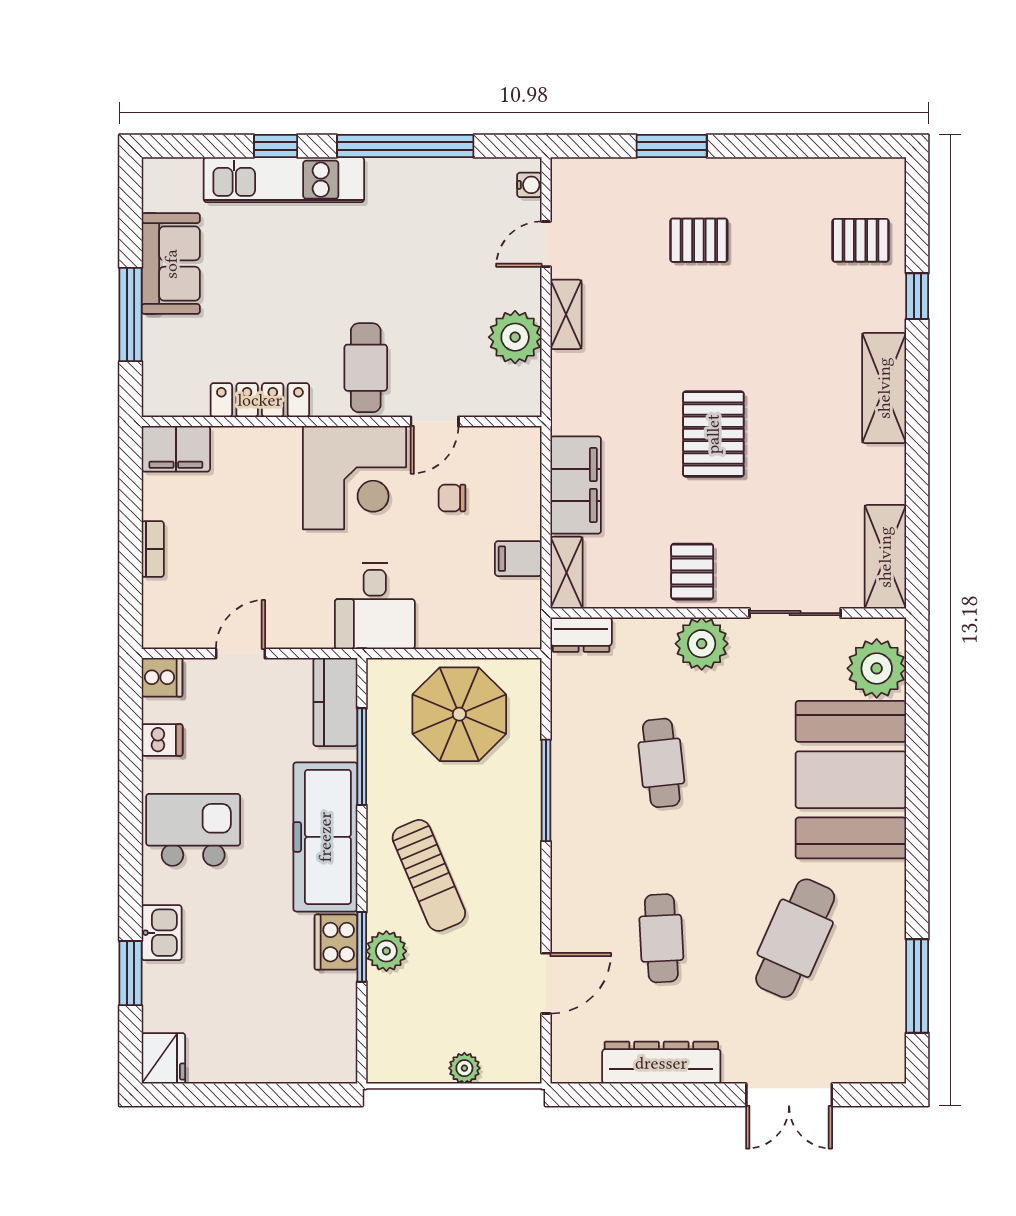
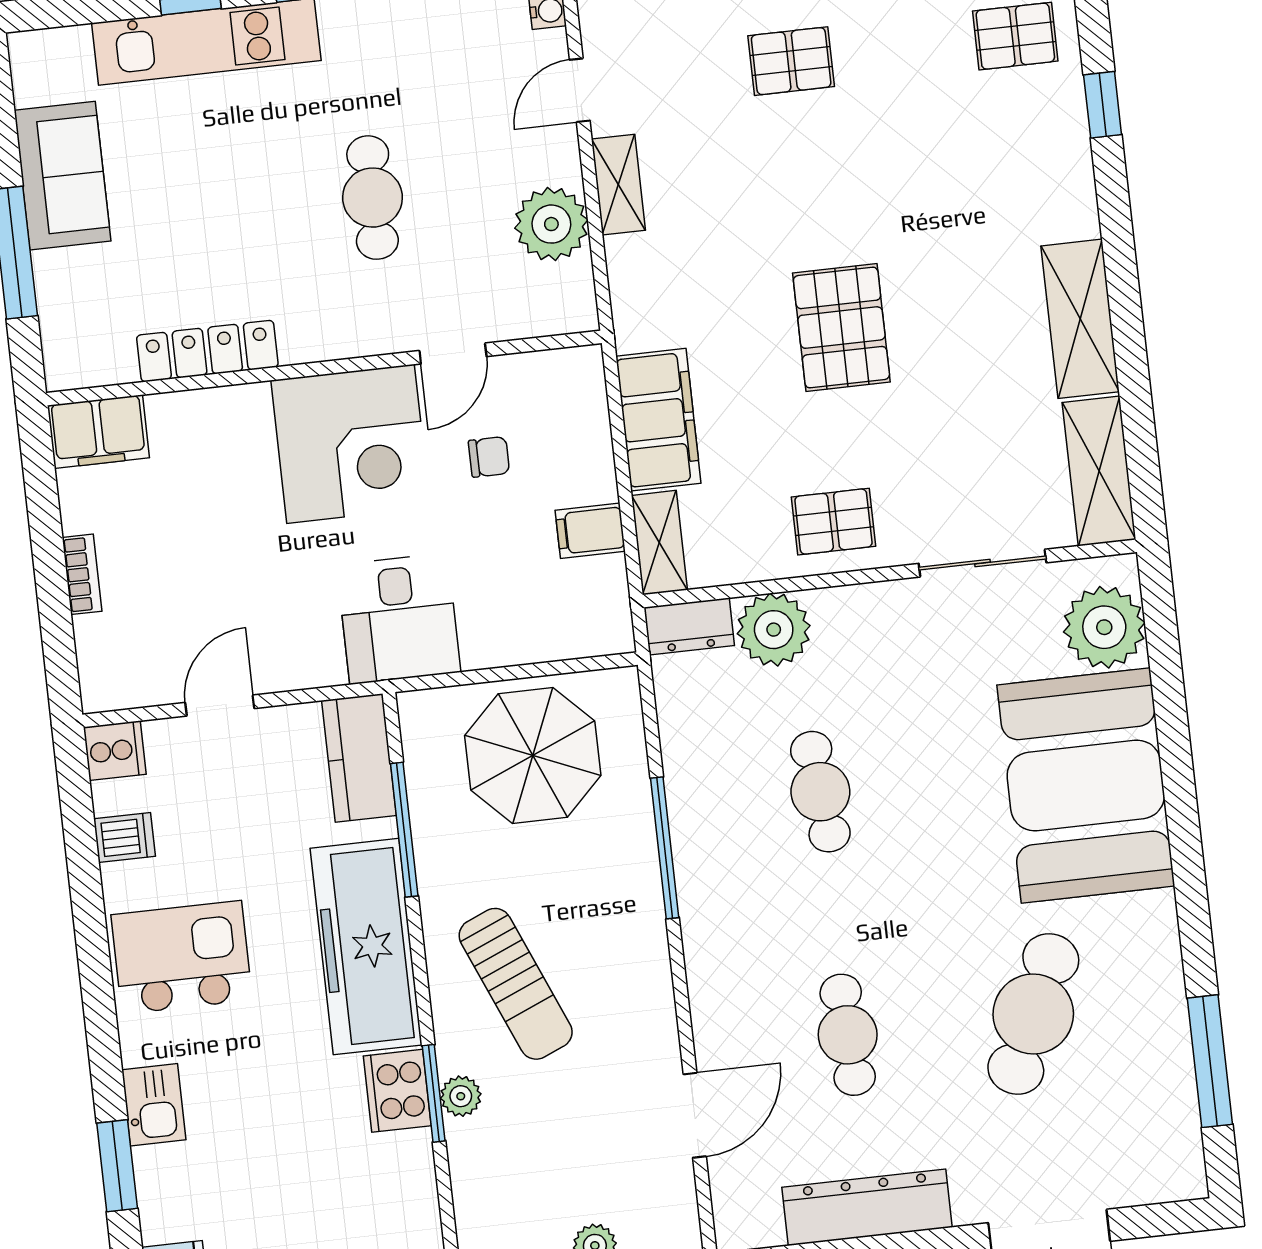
cafe table: (366, 368) -> (373, 198), moved
shelving: (884, 388) -> (1080, 319), moved
chair: (452, 498) -> (489, 457), turned 180
pallet: (692, 572) -> (833, 522), turned 90
plant: (702, 644) -> (774, 630), moved
plant: (386, 951) -> (461, 1096), width x0.73, depth x0.73

